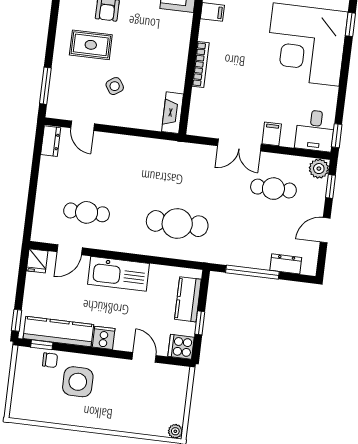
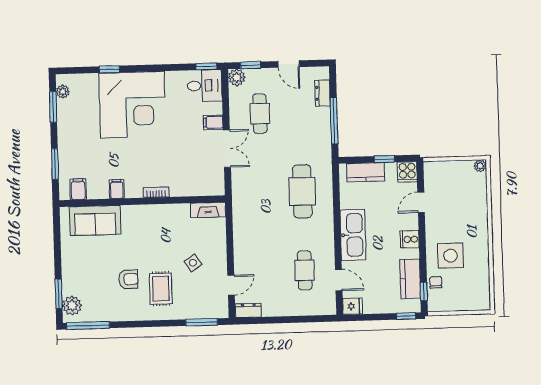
bookcase: (201, 65) -> (156, 192), width x0.64
kitchen counter: (58, 332) -> (410, 279), width x0.67

